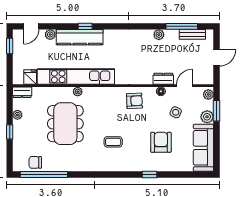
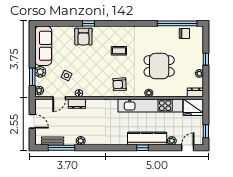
door: (217, 58) -> (32, 121), swing flipped
fridge: (30, 77) -> (193, 107), width x1.88, depth x1.34
armchair: (134, 101) -> (120, 84), moved
dining table: (65, 124) -> (159, 66), width x0.73
armchair: (161, 142) -> (83, 37), moved

